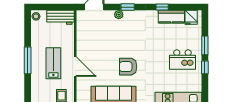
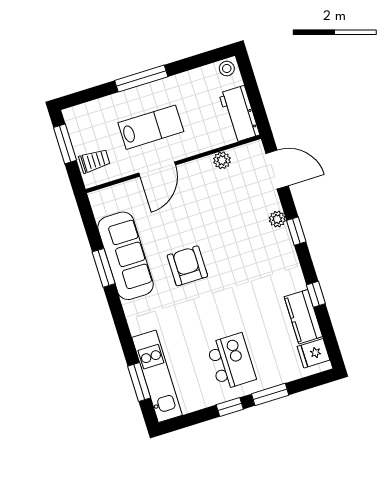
plant: (81, 33) -> (222, 160), added
kitchen island: (182, 60) -> (231, 361), turned 180

